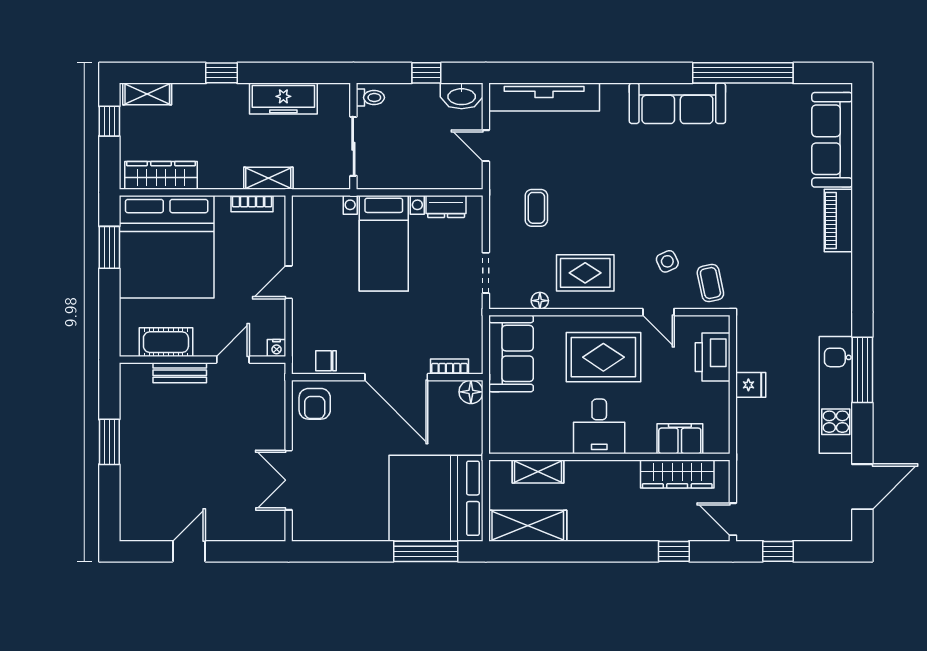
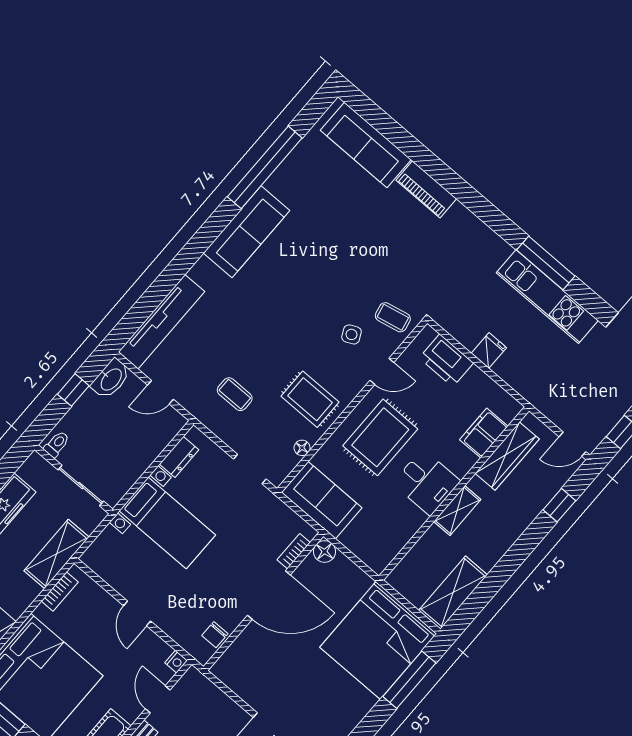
shelving: (268, 178) -> (57, 554), width x1.50, depth x1.33
rug: (585, 273) -> (310, 399), turned 90
armchair: (315, 404) -> (238, 669), removed
shelving: (538, 471) -> (457, 510), moved

